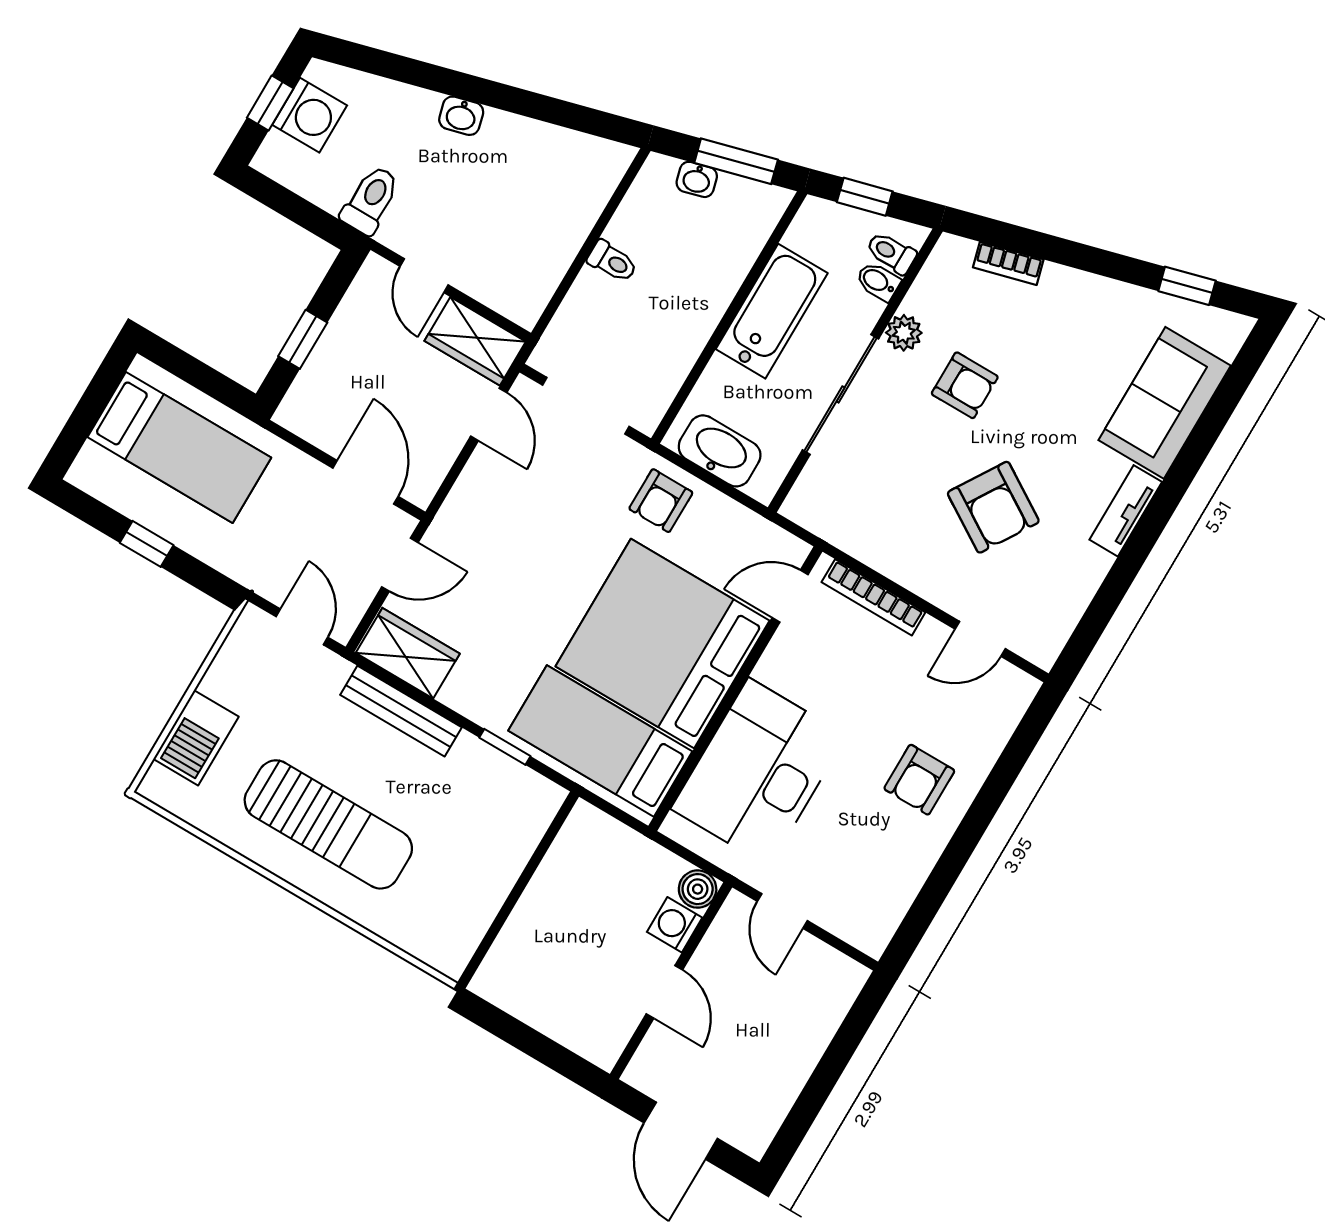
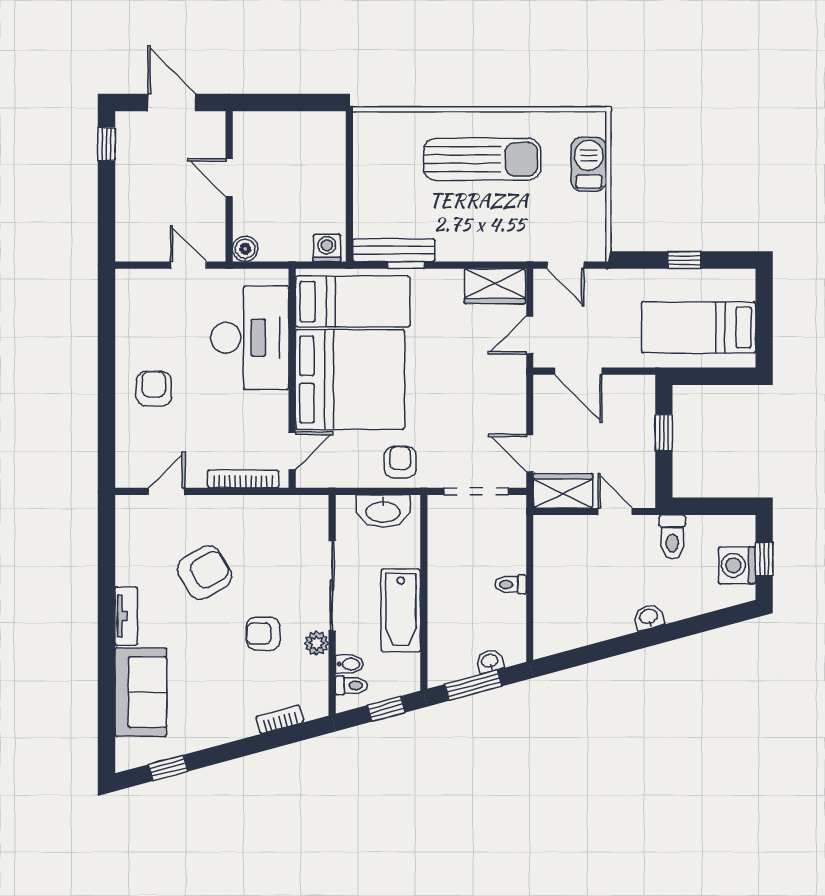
armchair: (993, 507) -> (205, 573), turned 118
bench: (401, 711) -> (394, 250), moved
sun lounger: (328, 824) -> (482, 159), turned 180
washing machine: (675, 925) -> (327, 248), moved, turned -90
window: (795, 1127) -> (106, 144), added

